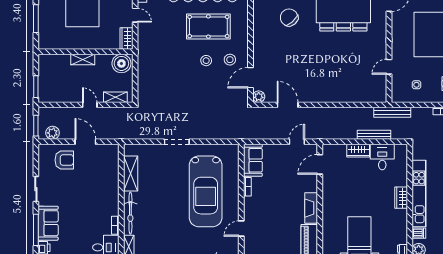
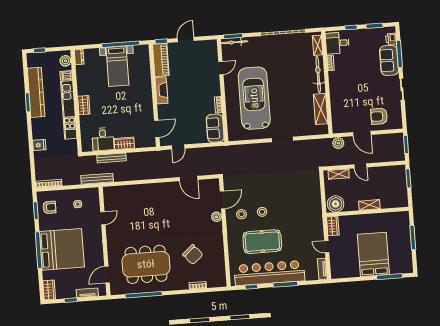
plant: (259, 97) -> (217, 217), moved
plant: (53, 133) -> (338, 143), moved

